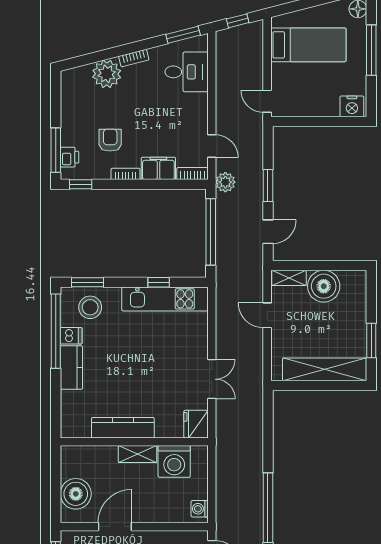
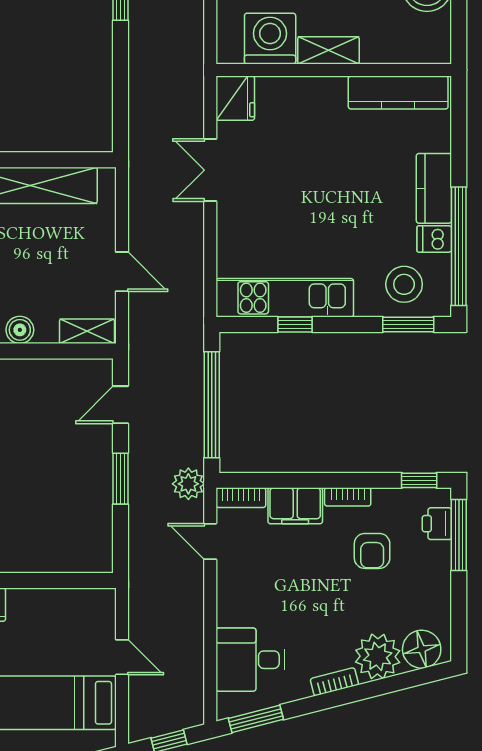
floor lamp: (79, 78) -> (422, 649), added
door: (267, 101) -> (122, 657), moved
boiler: (324, 286) -> (20, 330), width x0.54, depth x0.54
kitchen counter: (123, 428) -> (398, 92), moved

